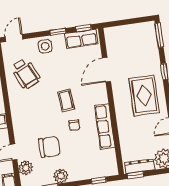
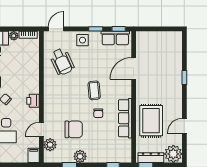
window: (159, 35) -> (184, 45), removed
rug: (144, 96) -> (151, 121), moved

